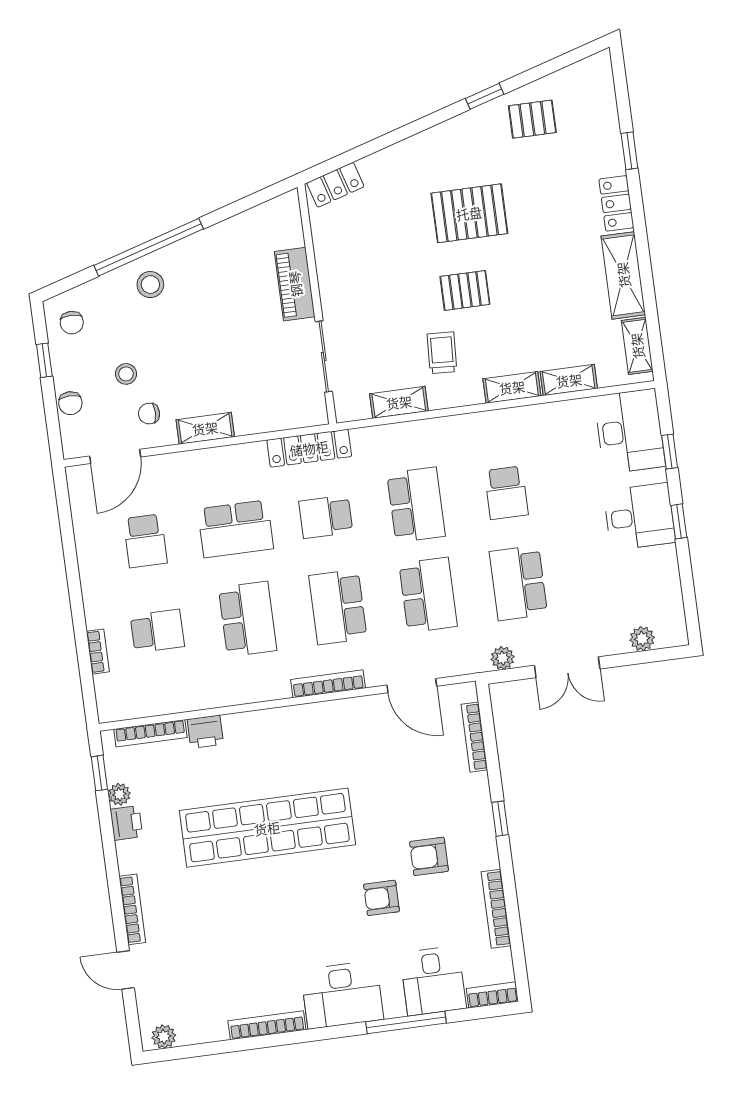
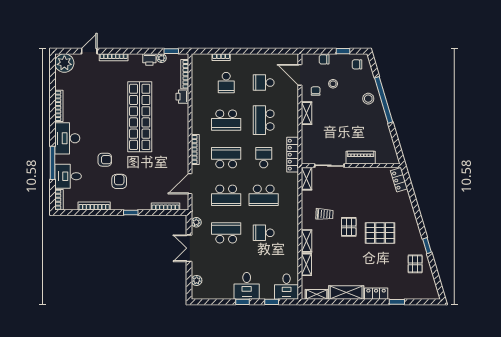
pallet: (469, 213) -> (380, 233), turned 90
shelving: (399, 402) -> (307, 179), moved
desk: (630, 431) -> (287, 287), width x0.73
armchair: (381, 898) -> (105, 160), turned 90
plant: (164, 1037) -> (64, 63), width x1.88, depth x1.88

